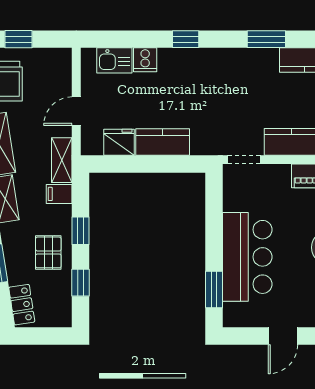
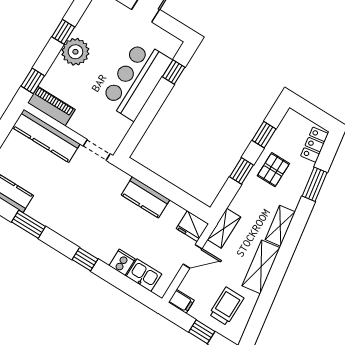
fridge: (119, 142) -> (192, 226), moved
filing cabinet: (59, 194) -> (181, 301), moved
window: (214, 289) -> (174, 72), width x0.67

